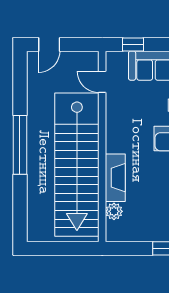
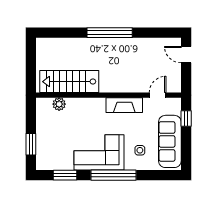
stairs: (77, 165) -> (69, 82), width x0.54, depth x0.66
fireplace: (115, 178) -> (124, 105), moved

